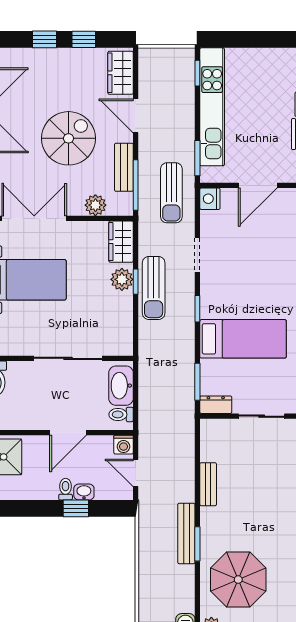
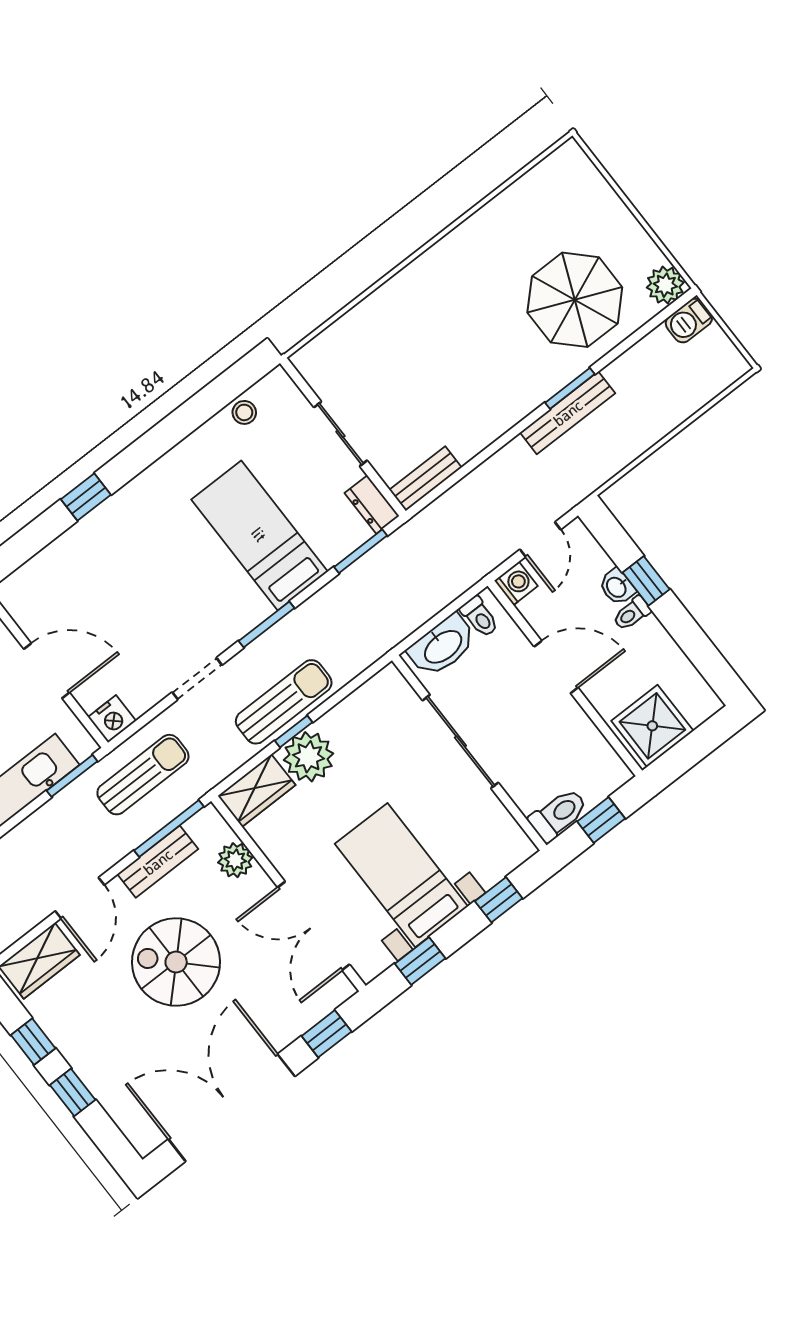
plant: (122, 279) -> (309, 757), width x1.36, depth x1.36
window: (197, 309) -> (267, 624), width x1.50
bench: (208, 484) -> (425, 479), moved

